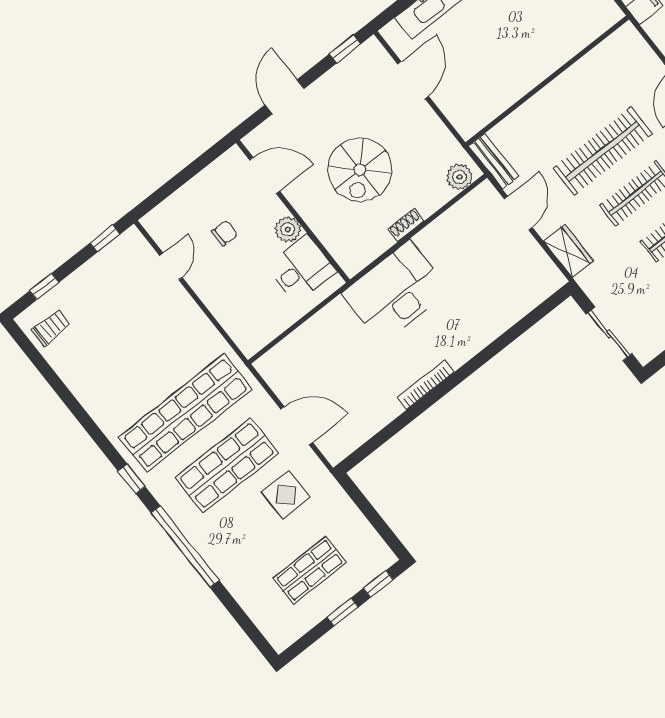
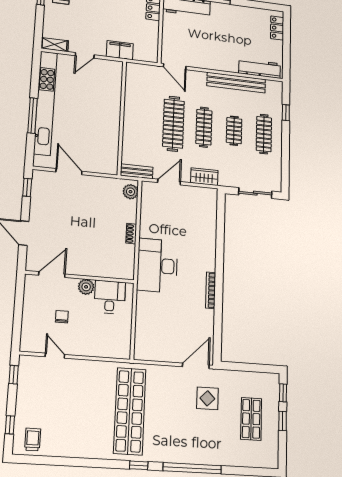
spiral stairs: (360, 170) -> (88, 231), removed
door: (518, 213) -> (169, 182), hinge flipped
door: (297, 426) -> (196, 366), moved
shop shelf: (227, 465) -> (171, 414), removed

